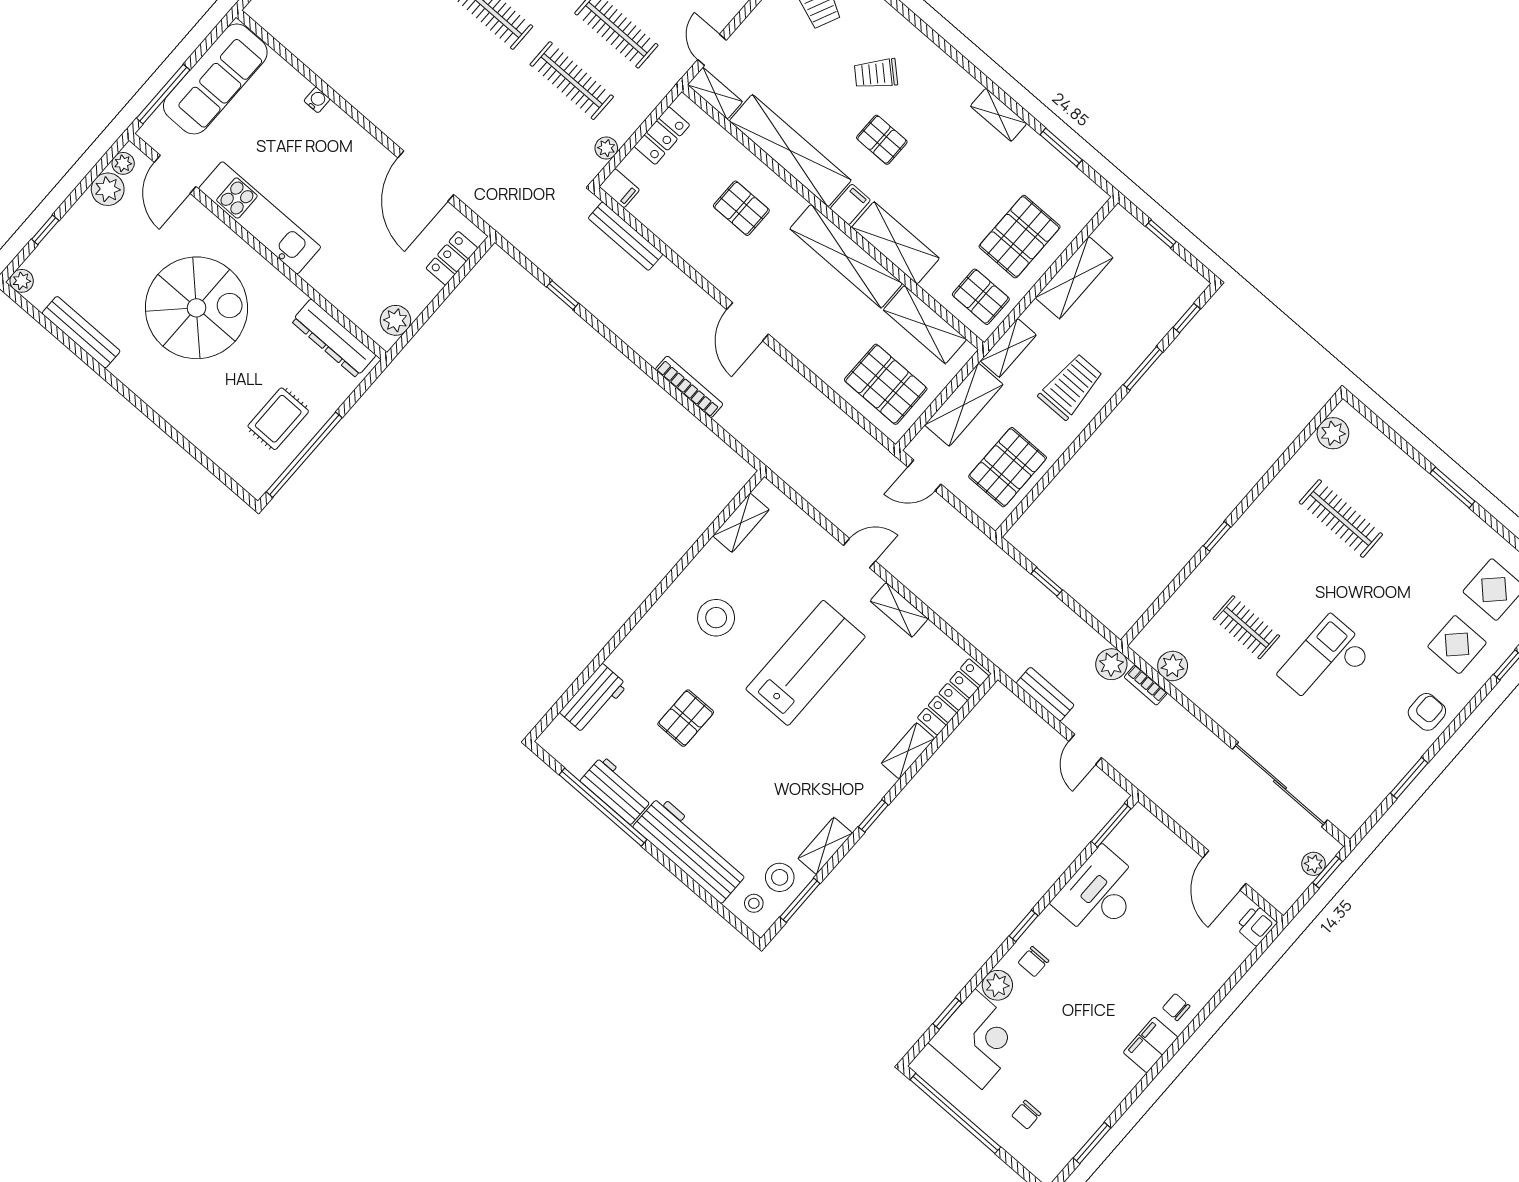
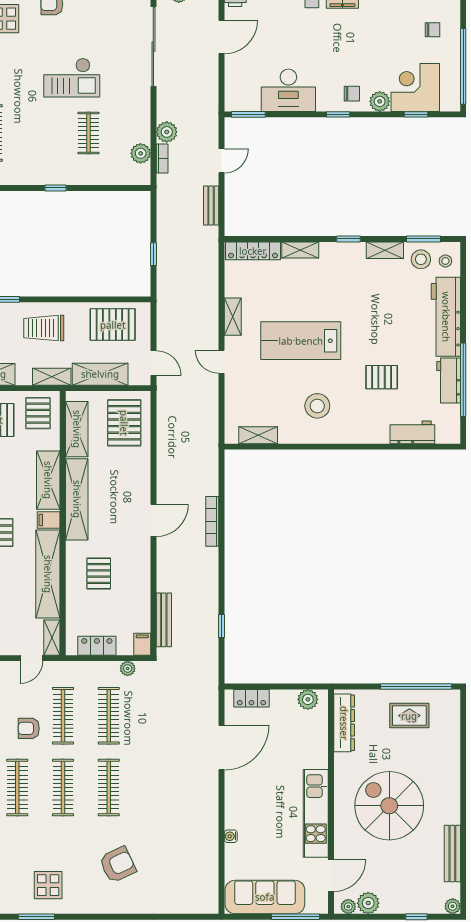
plant: (1111, 664) -> (167, 132), moved

